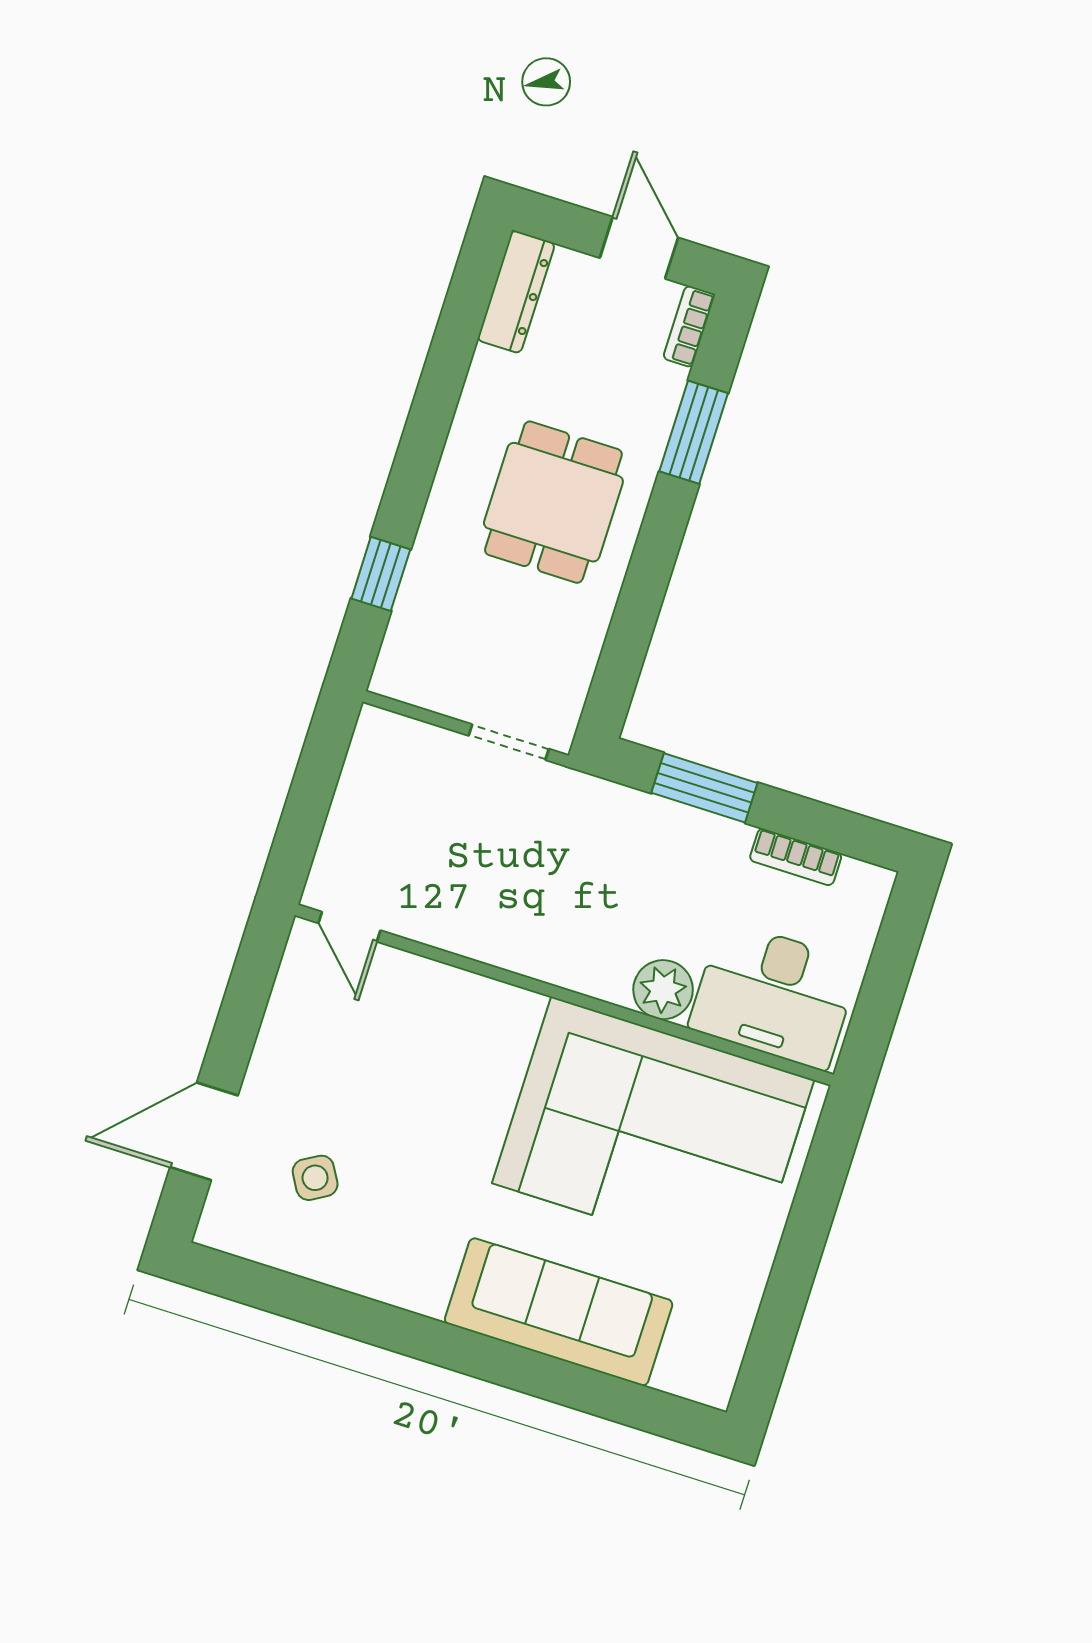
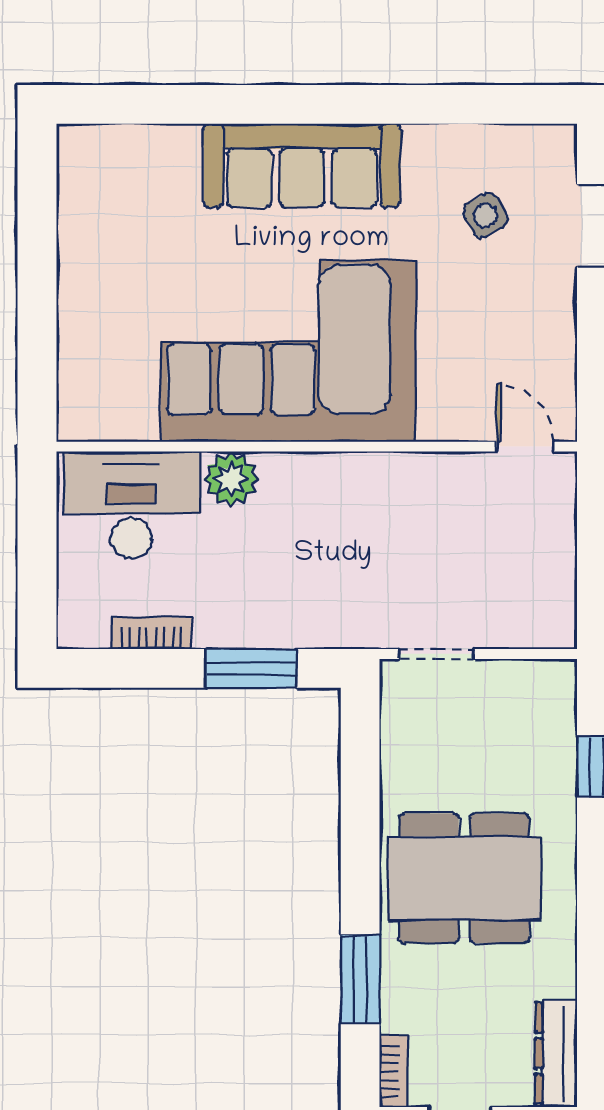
dining table: (553, 502) -> (464, 878), width x1.38
corner sofa: (653, 1132) -> (288, 351), moved
sofa: (559, 1312) -> (302, 165), moved

